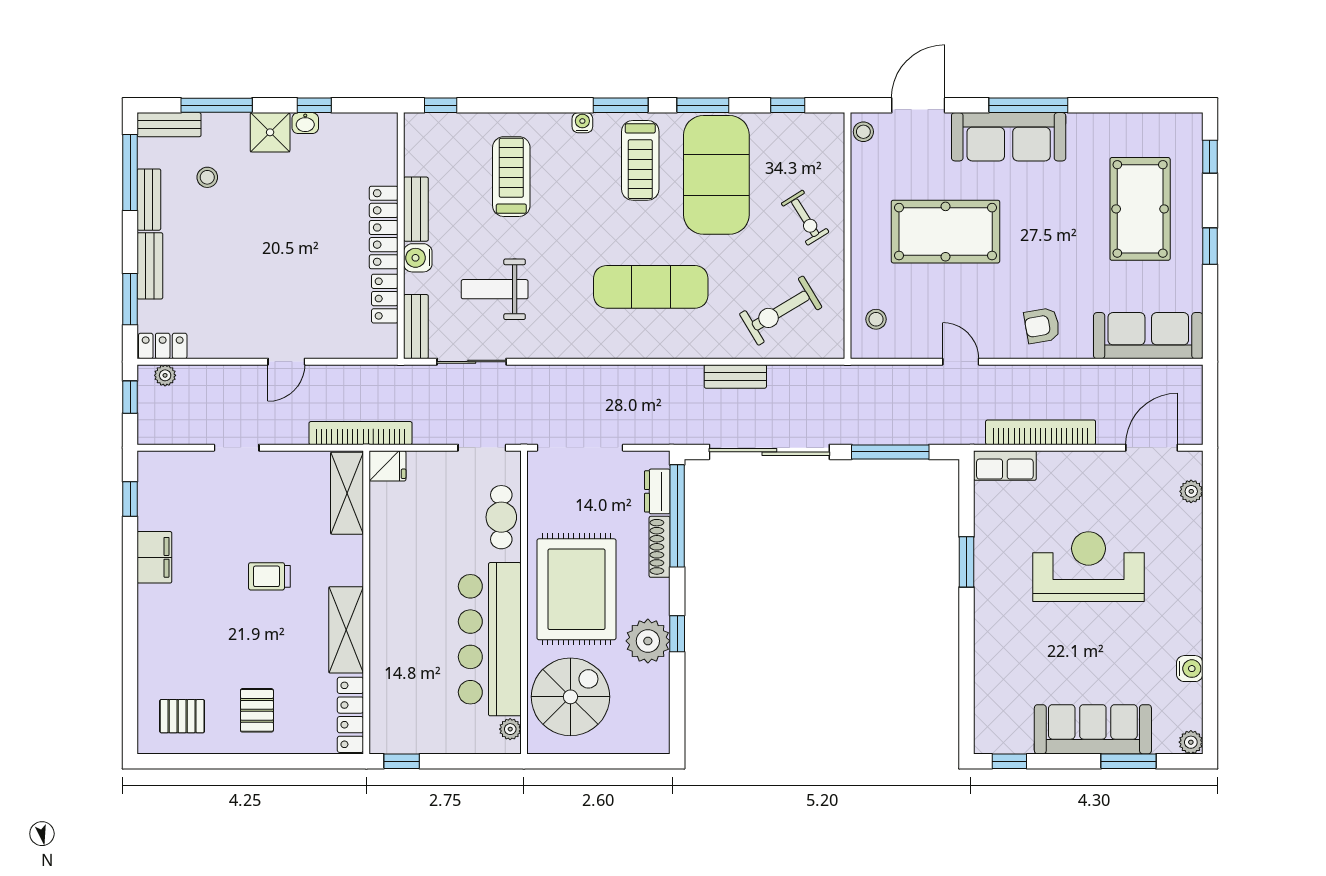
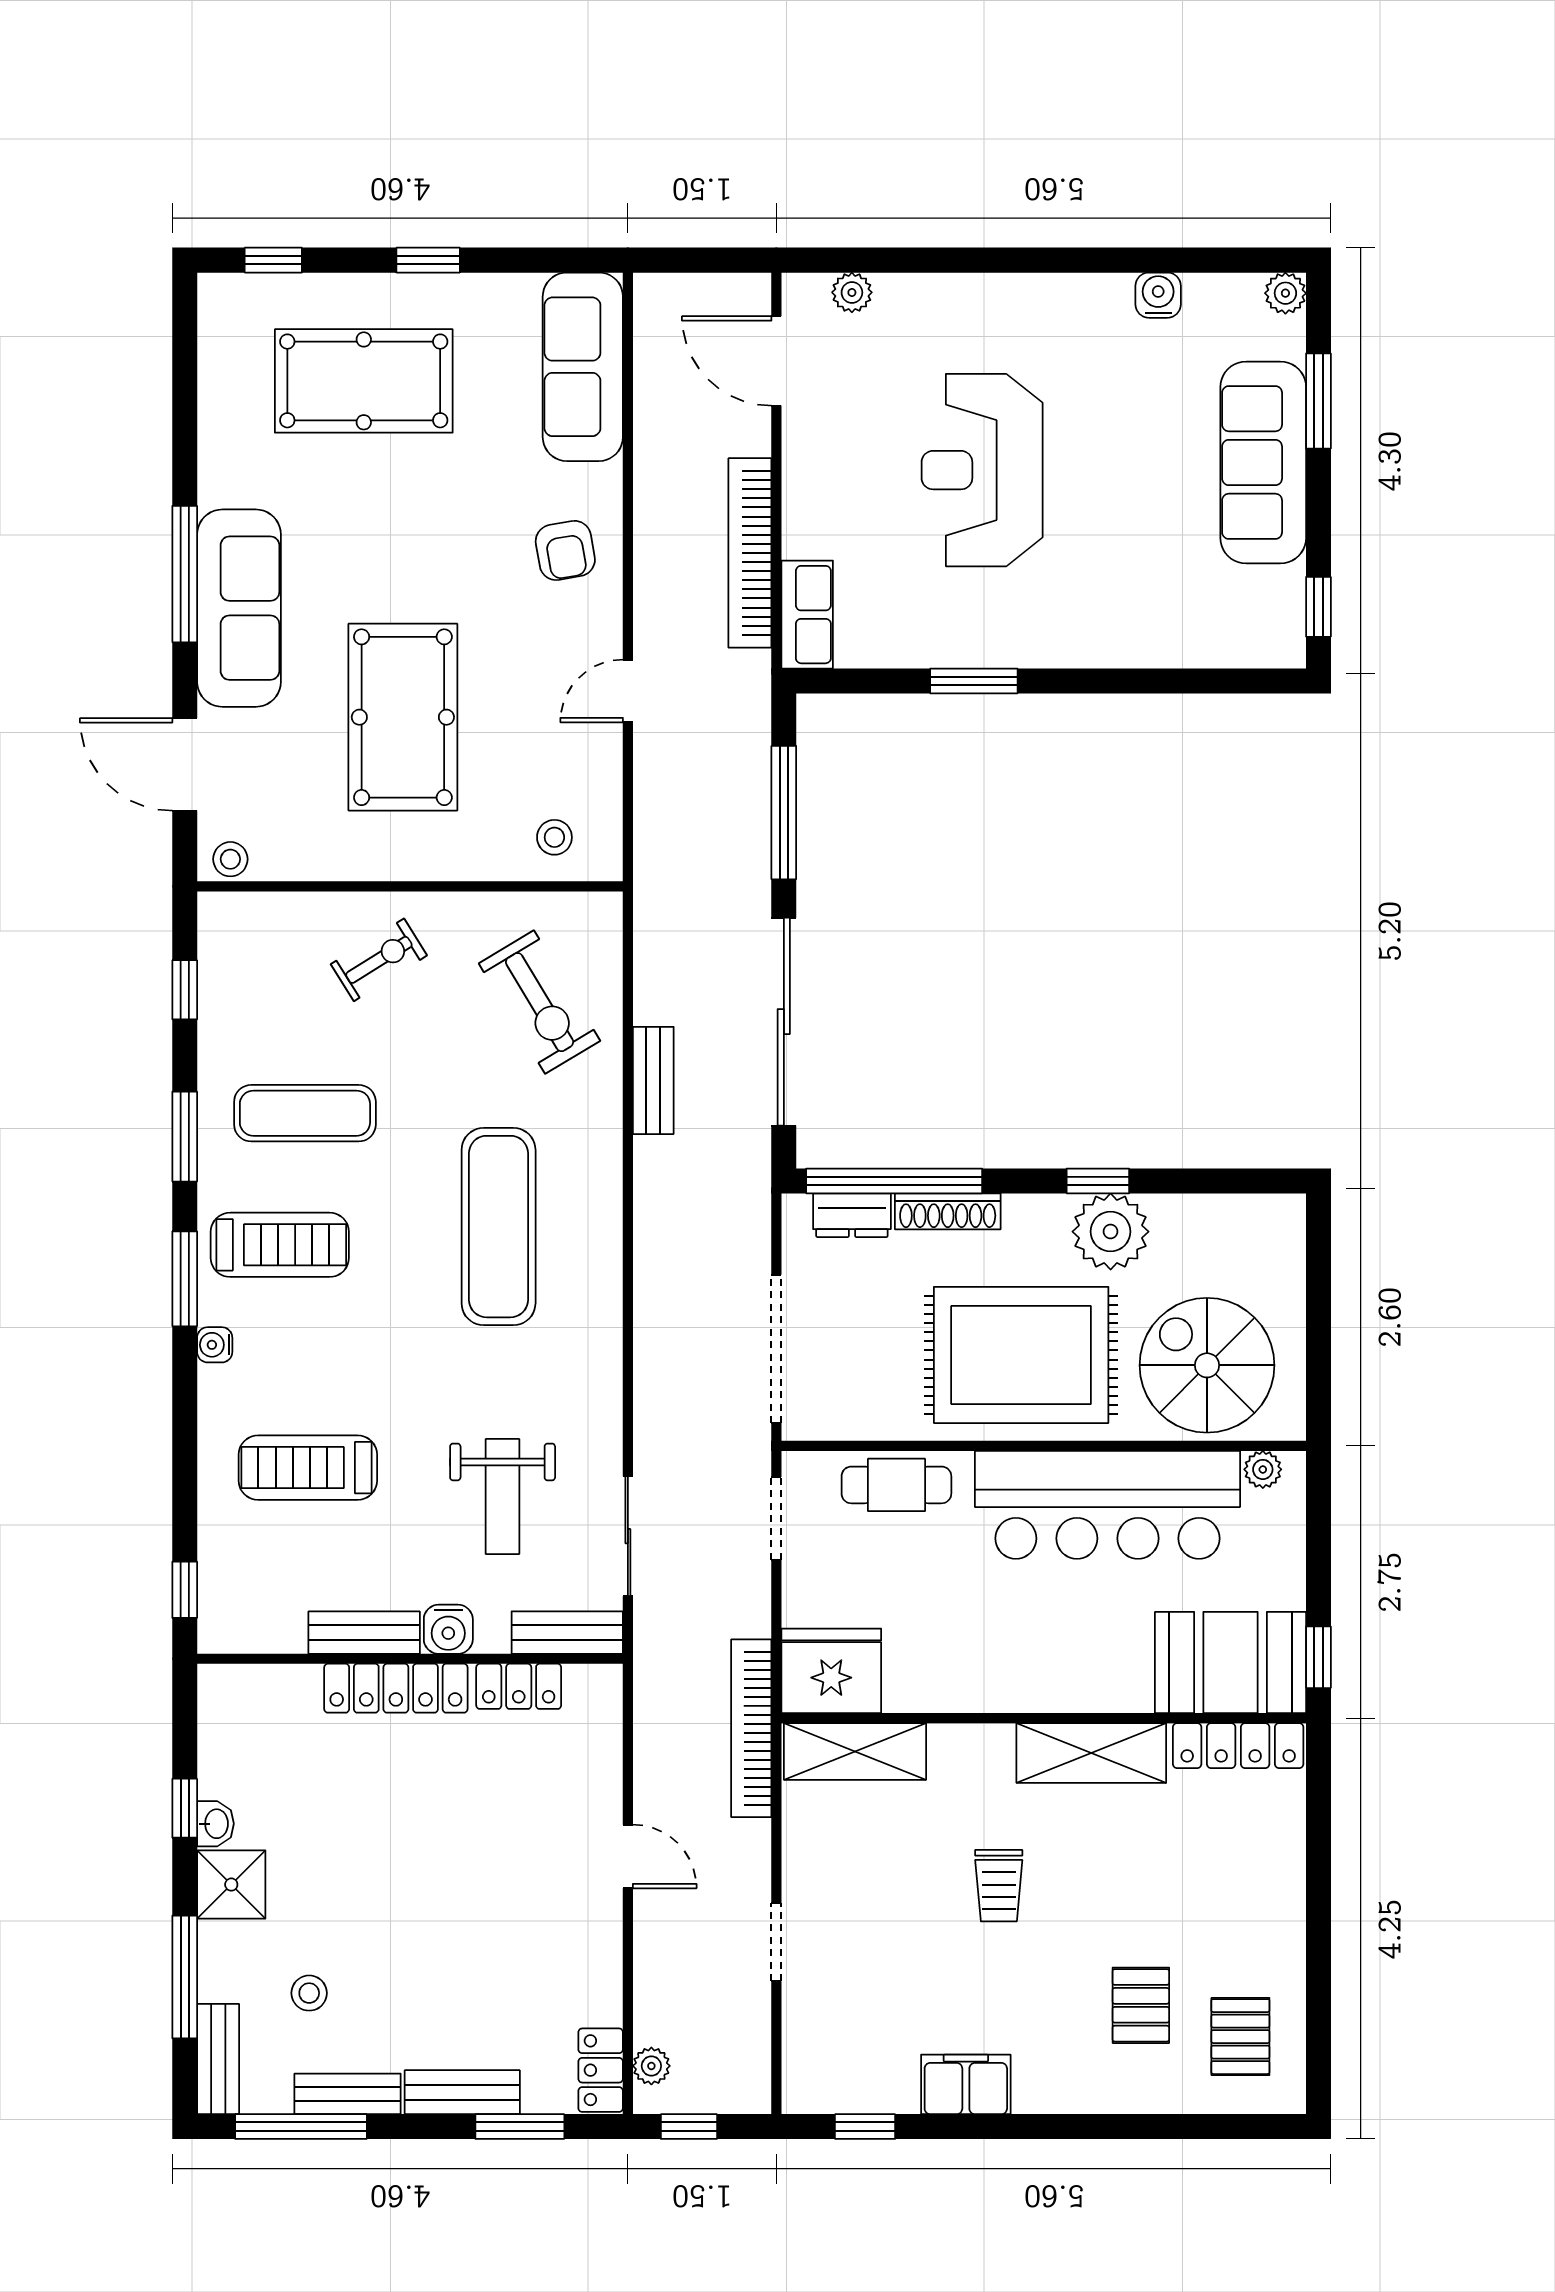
exercise mat: (716, 175) -> (305, 1113), width x0.50, depth x0.69
fridge: (387, 466) -> (831, 1671), width x1.88, depth x1.34
pallet: (257, 710) -> (1141, 2005), moved, turned 90
booth: (399, 710) -> (1231, 1662), added

